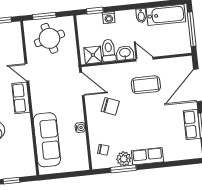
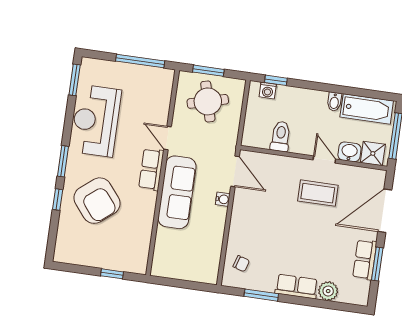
washing machine: (109, 18) -> (268, 90), moved
washbasin: (125, 53) -> (349, 152), moved
shower: (93, 55) -> (373, 153), moved
chair: (110, 106) -> (265, 209), removed
water cooler: (80, 127) -> (223, 199), moved
sofa: (47, 140) -> (177, 192), moved
plant: (124, 159) -> (328, 291), moved

